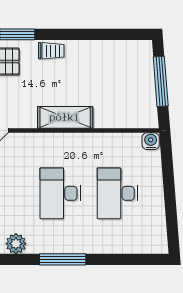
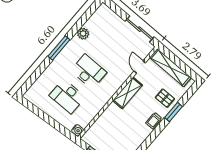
shelving: (65, 117) -> (127, 93), moved
desk: (117, 193) -> (67, 96), turned 180

